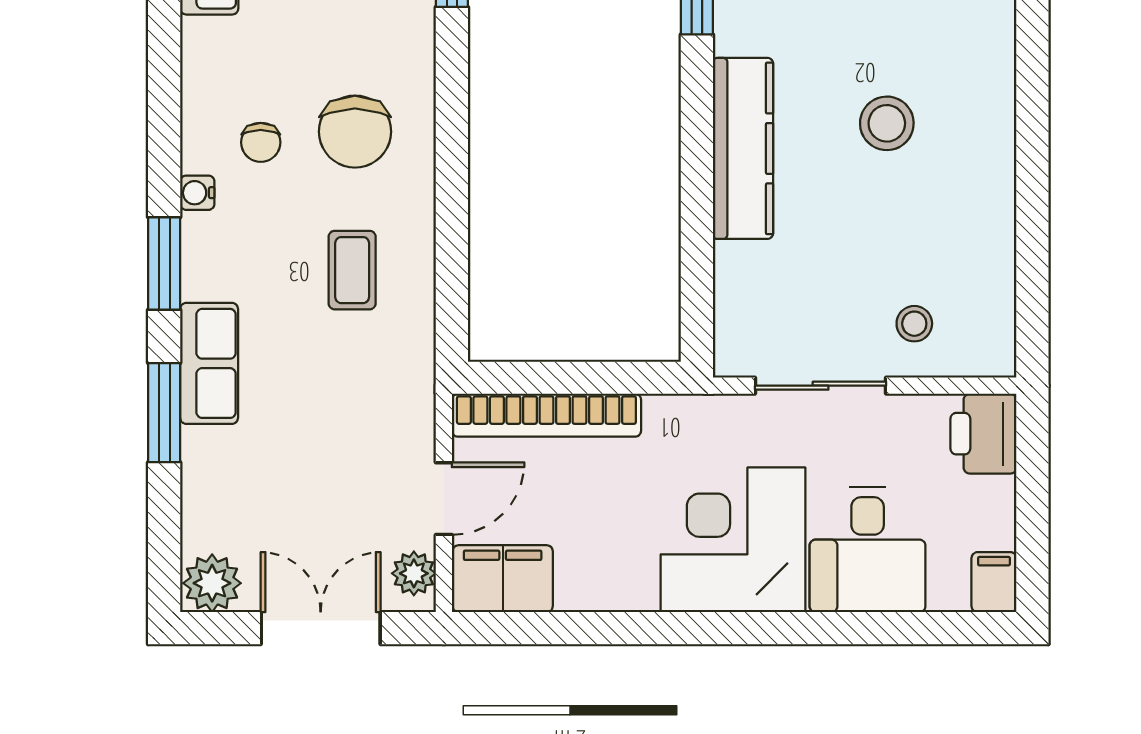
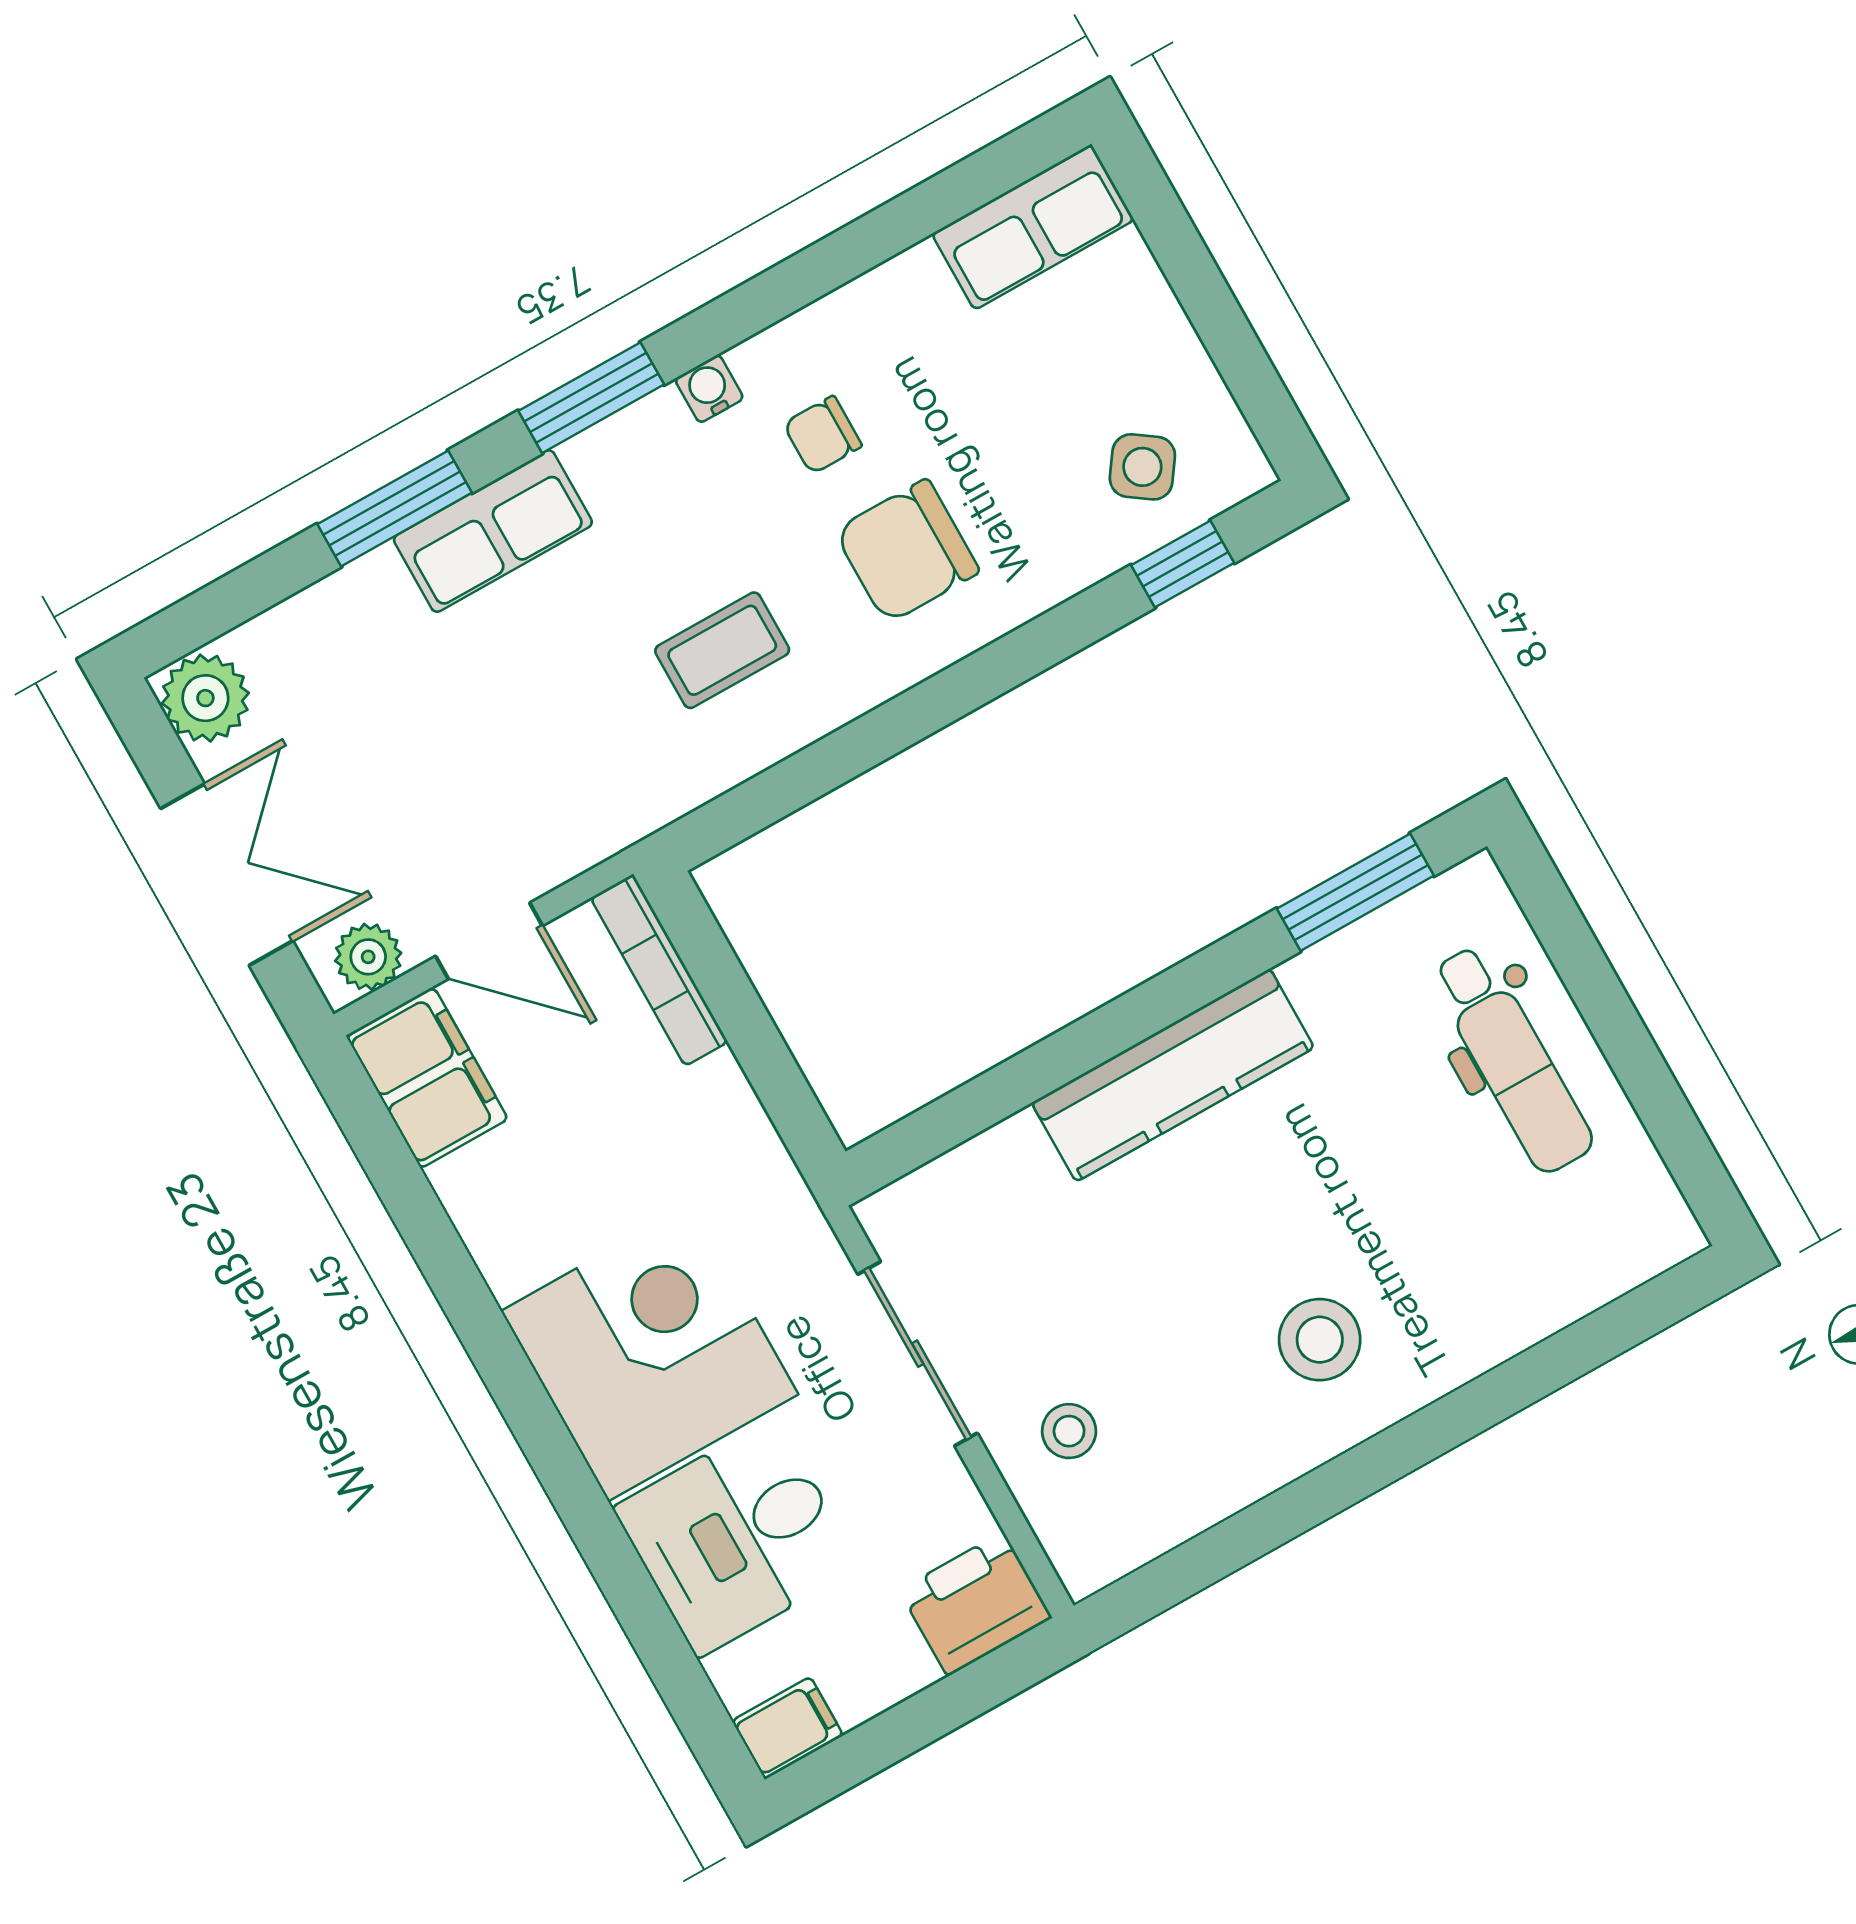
stool: (887, 123) -> (1320, 1340), moved
bookcase: (546, 415) -> (659, 970), width x0.68, depth x0.76

